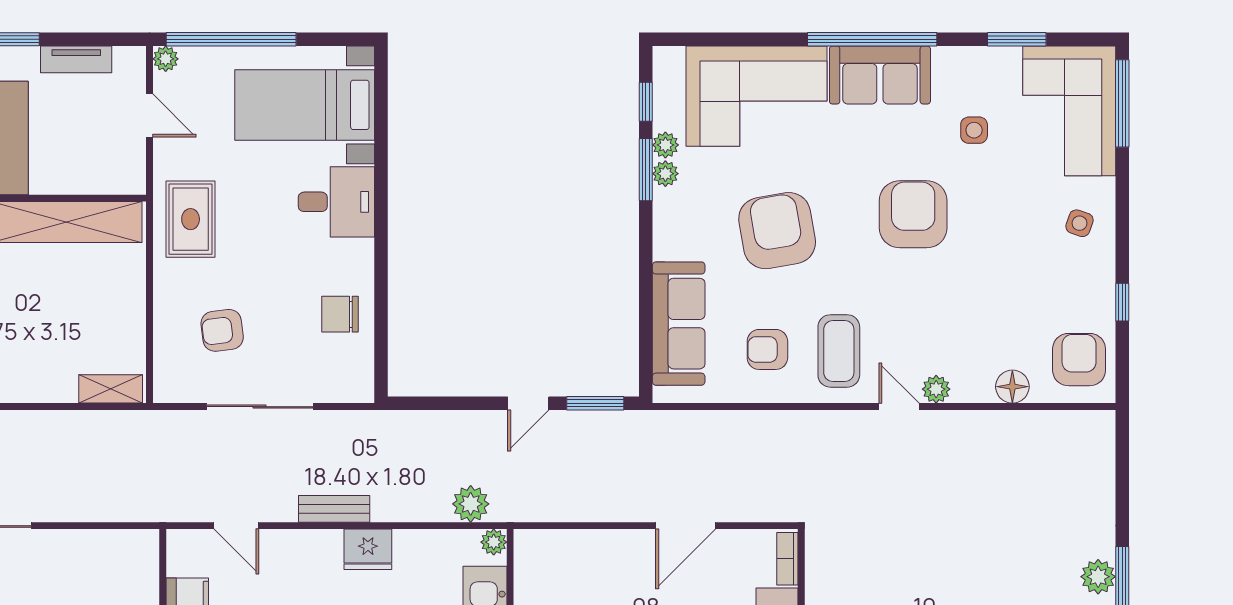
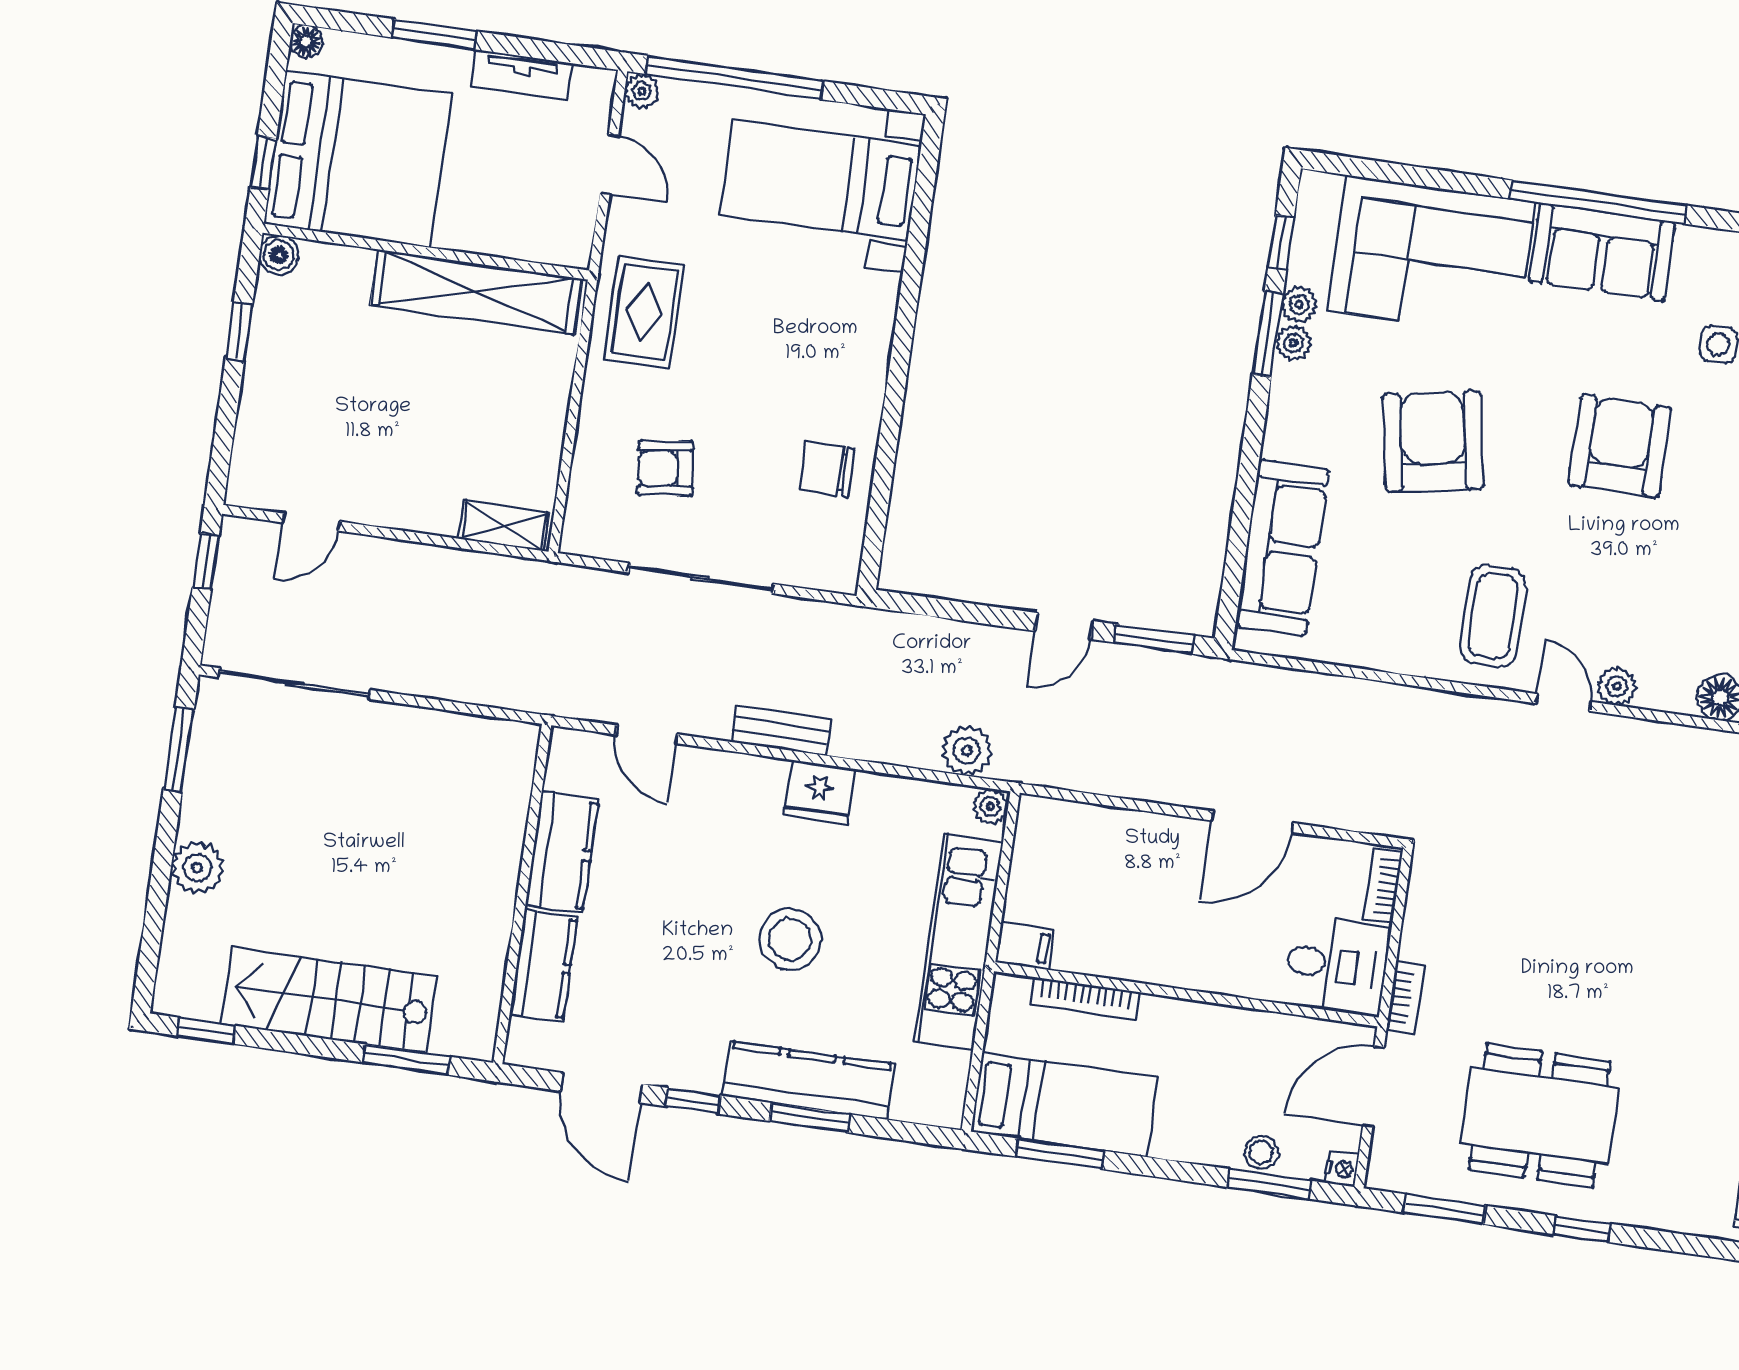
desk: (336, 202) -> (844, 317), removed
armchair: (767, 349) -> (1397, 600), removed

